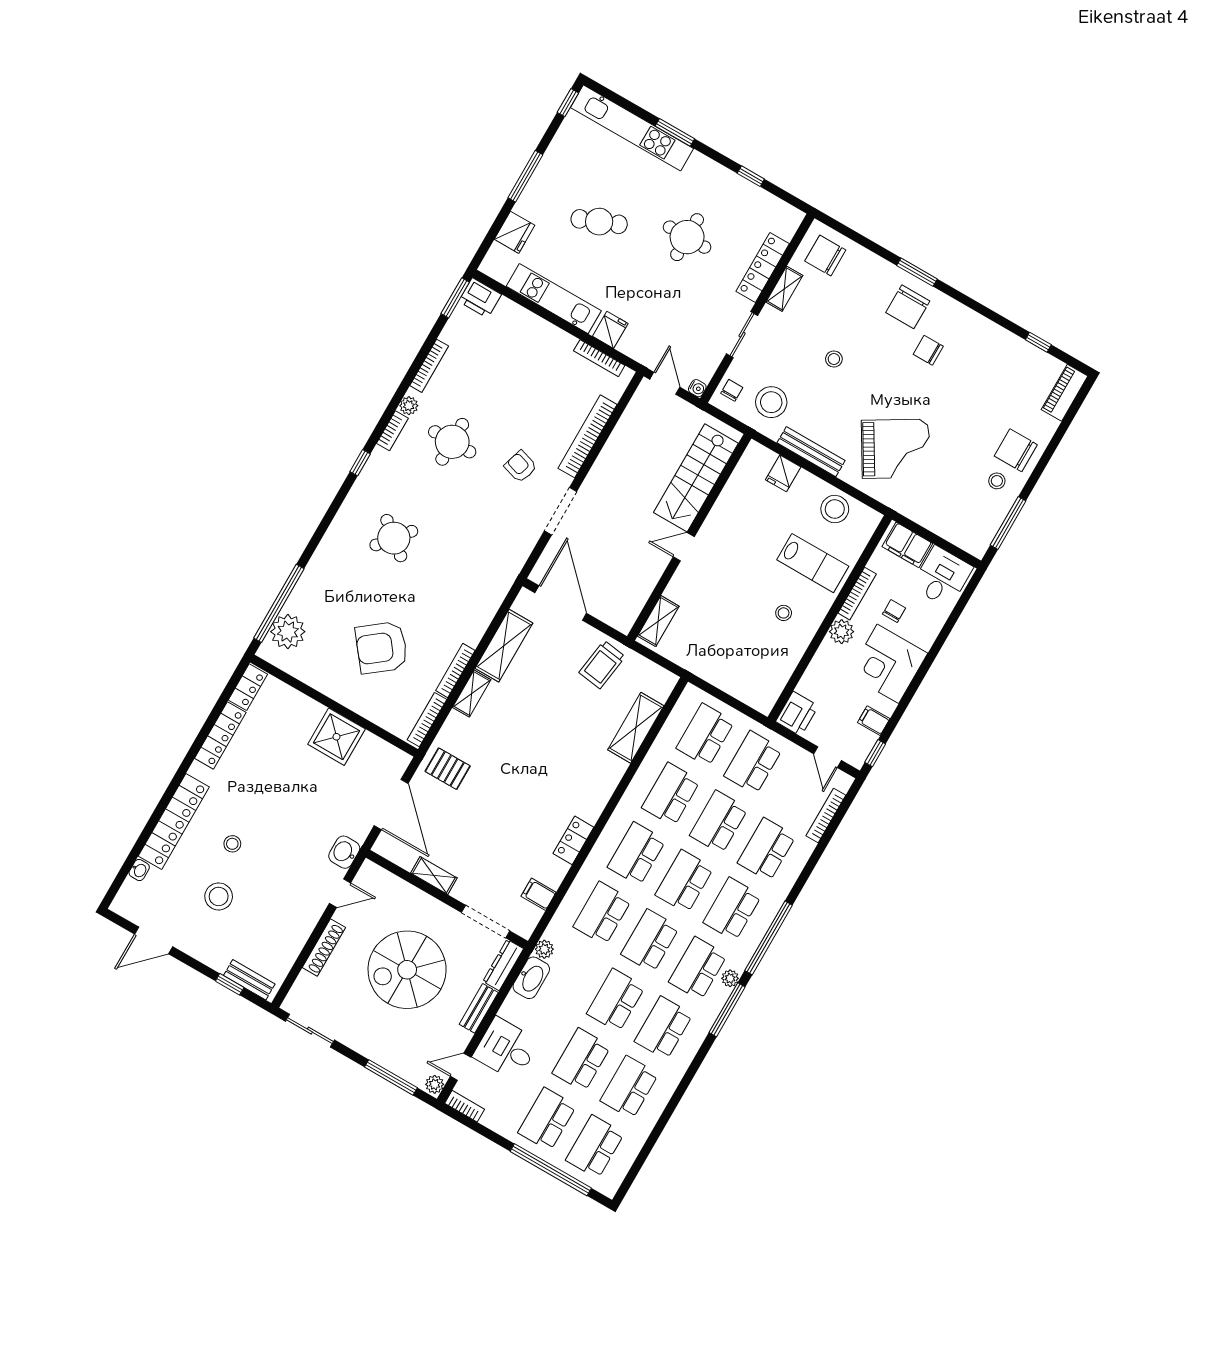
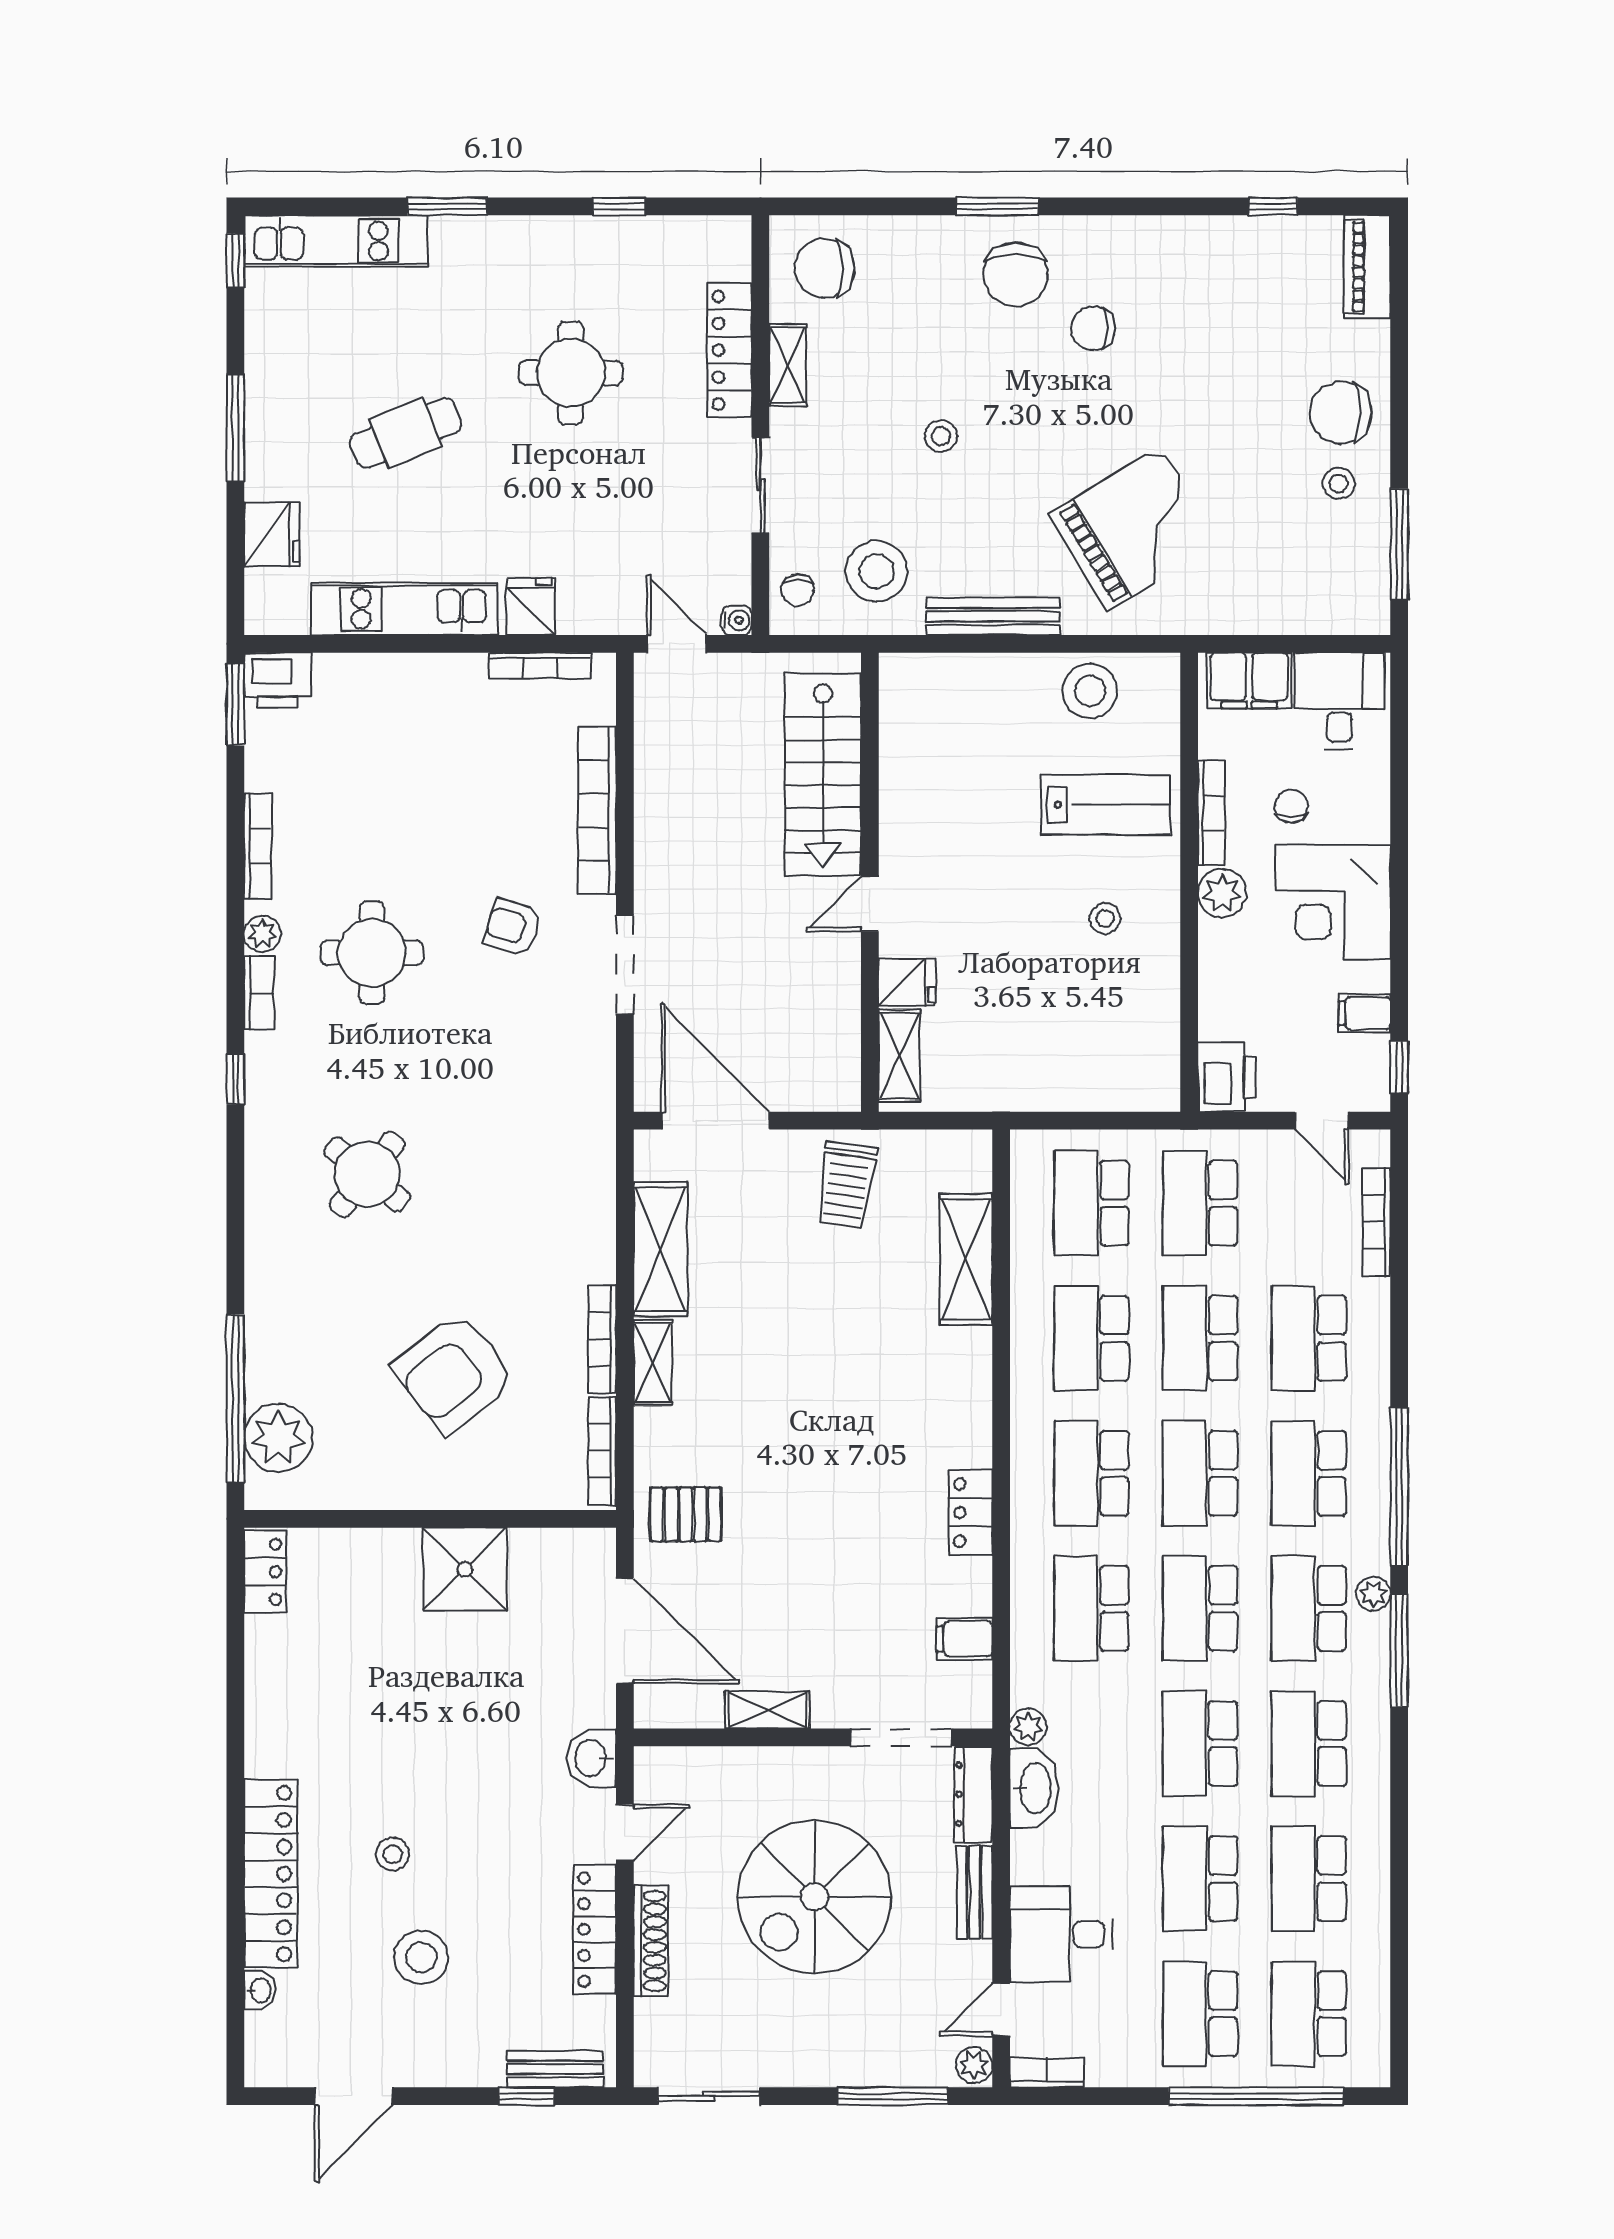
kitchen unit: (632, 128) -> (336, 241), width x0.73
chair: (732, 390) -> (798, 590), turned 180
fridge: (783, 473) -> (907, 982), moved, turned -90
locker: (220, 735) -> (595, 1930), moved, turned 180

